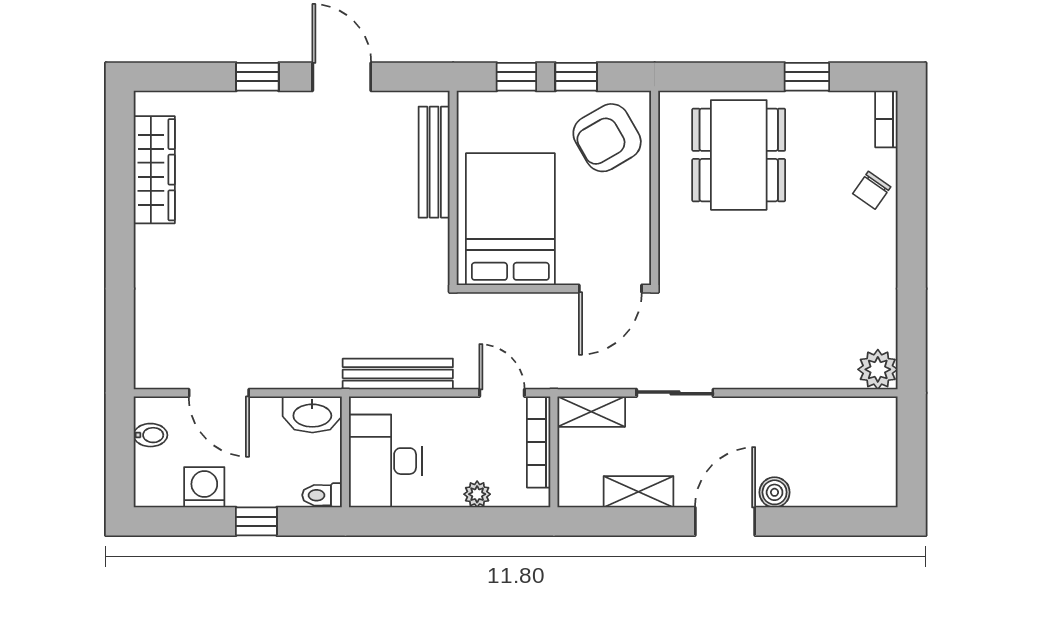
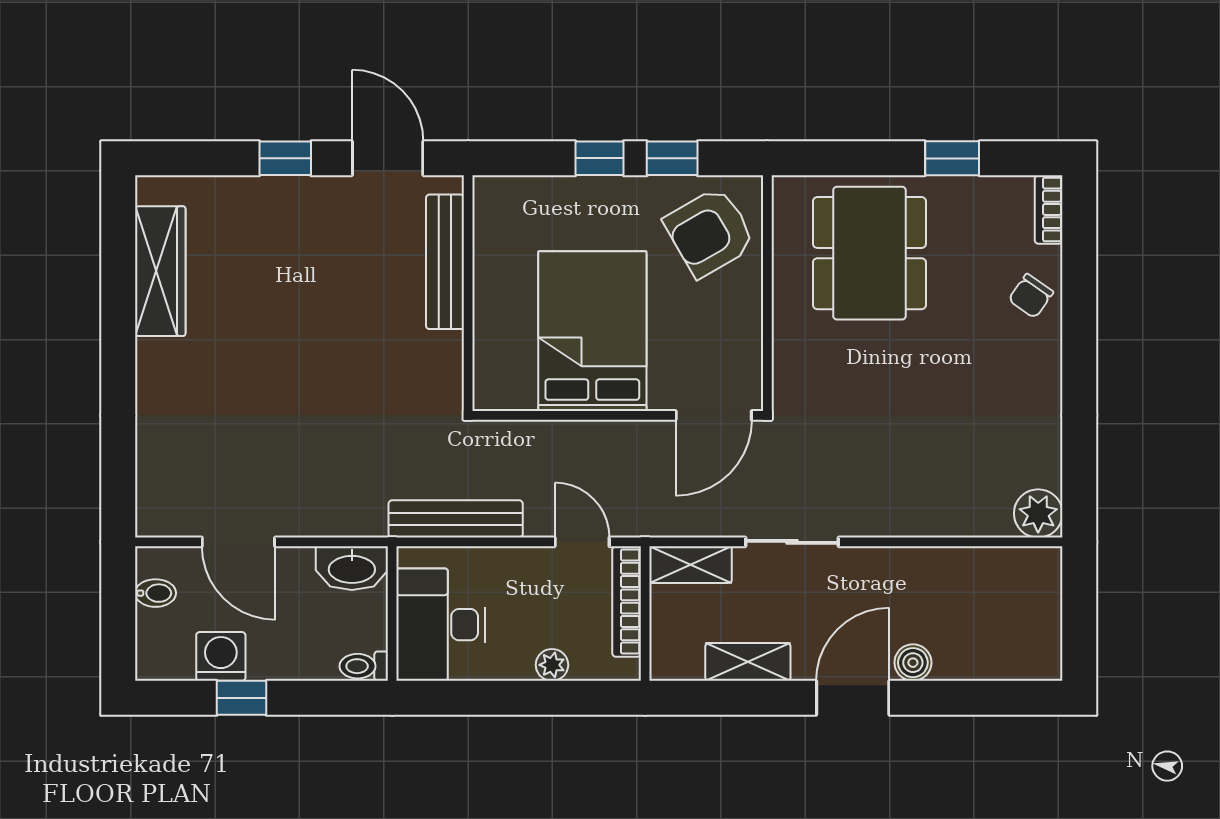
bench: (434, 162) -> (445, 262), moved
wall: (453, 188) -> (468, 293), moved
window: (256, 521) -> (242, 698), moved

